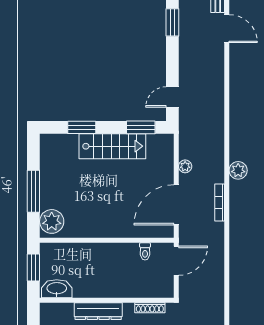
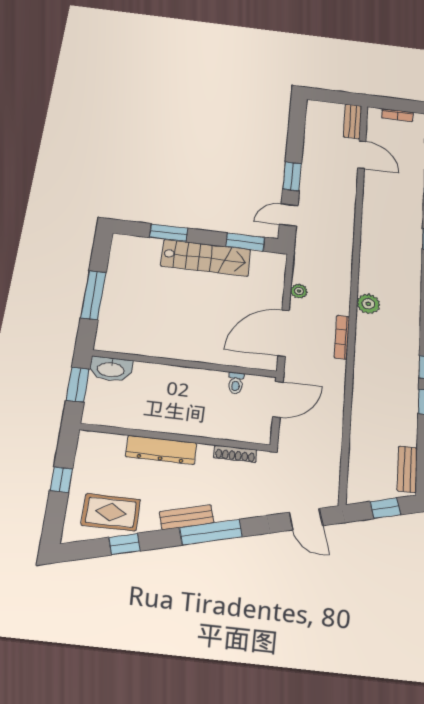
window: (172, 22) -> (292, 176), moved
plant: (52, 221) -> (112, 333), removed
washbasin: (57, 289) -> (111, 369), moved, turned 180

